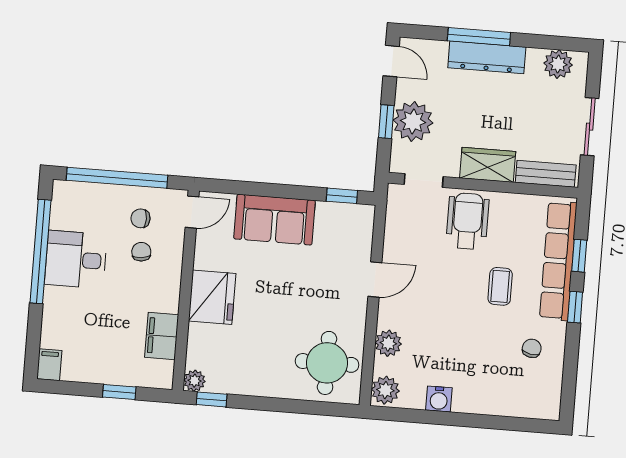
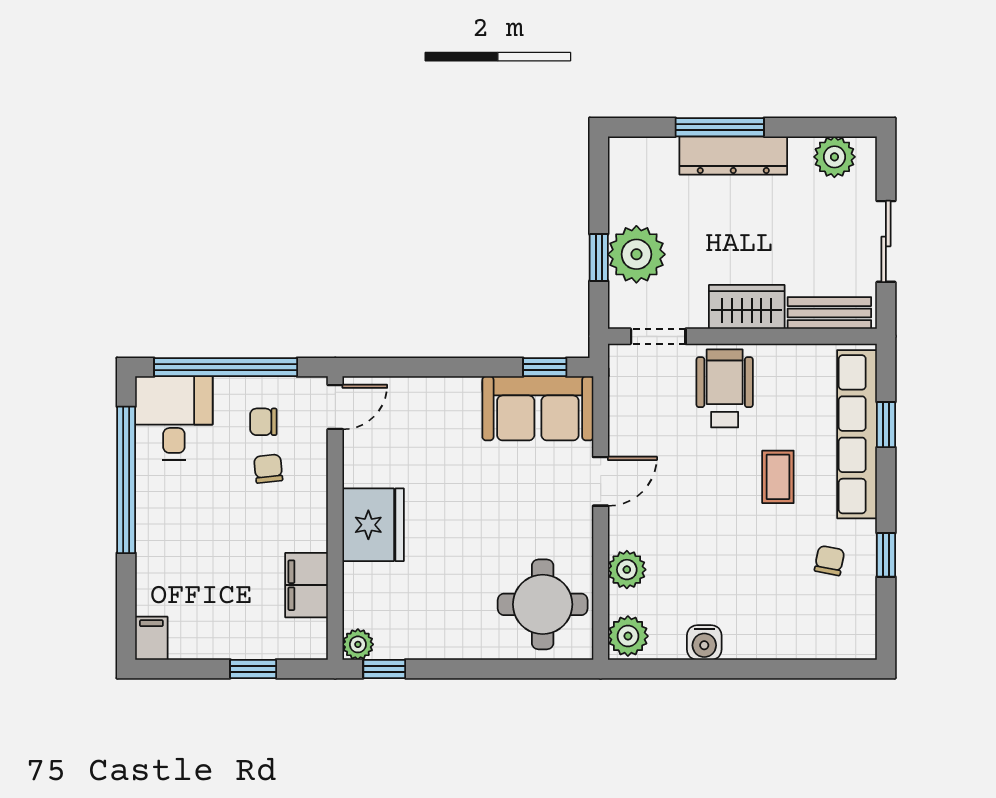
door: (391, 61) -> (599, 172), removed
sofa: (275, 220) -> (538, 408), moved
desk: (76, 260) -> (174, 418), moved, turned 90
window: (575, 307) -> (886, 555), moved

